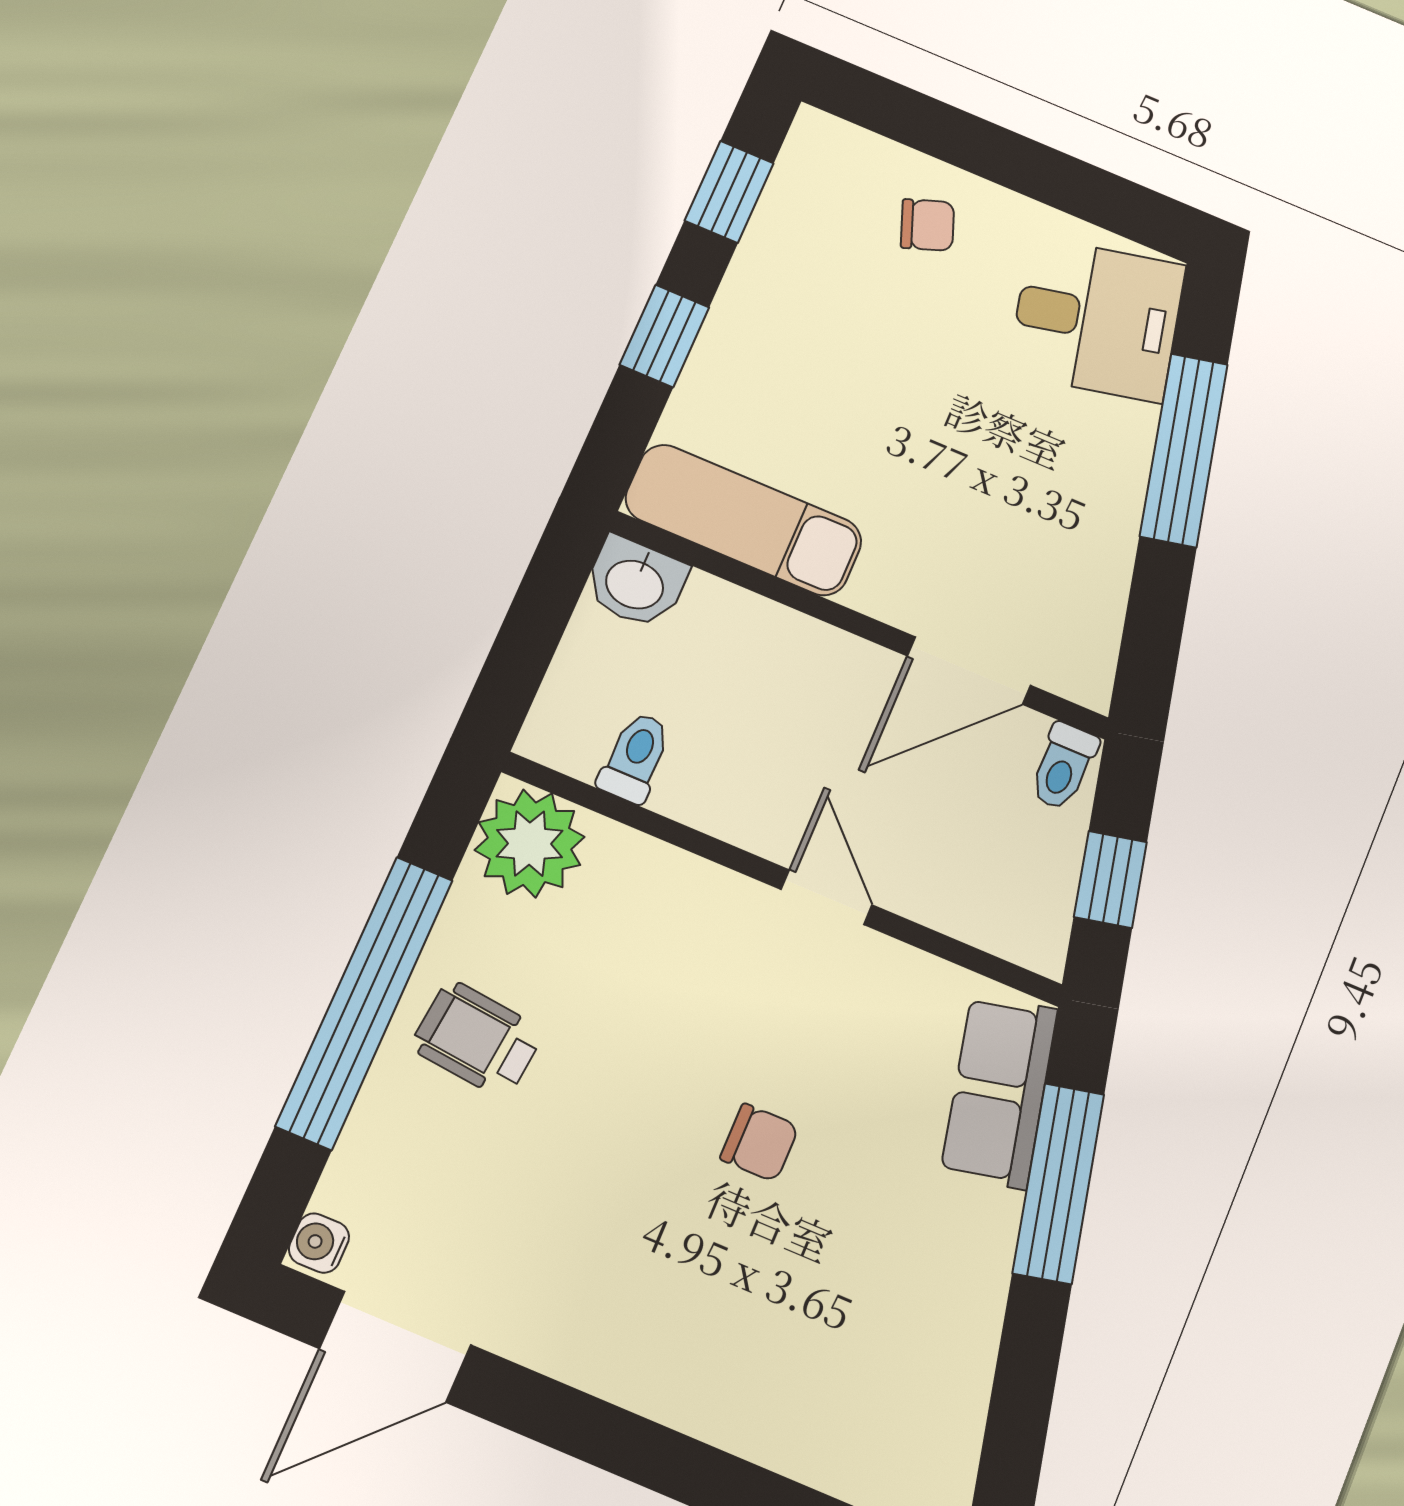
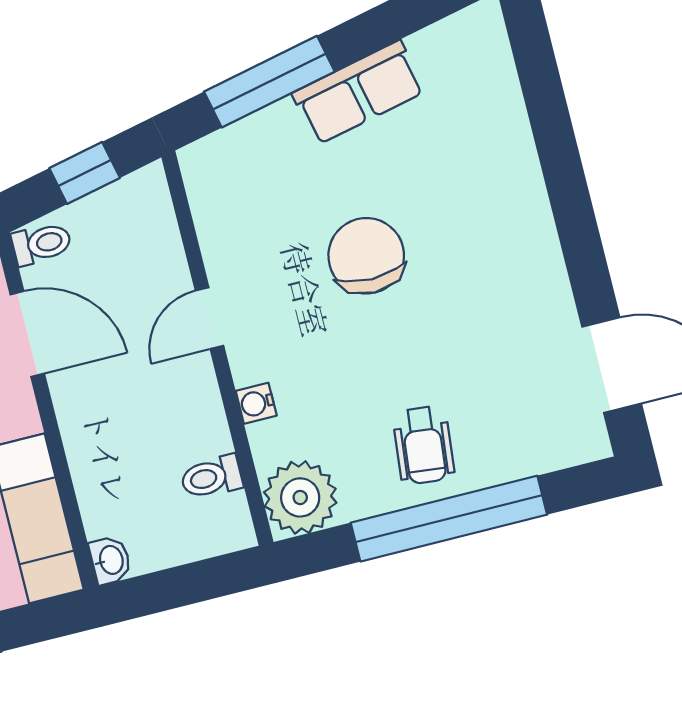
washbasin: (635, 582) -> (110, 560), width x0.72, depth x0.69
row of seats: (999, 1091) -> (359, 92), moved
chair: (759, 1143) -> (366, 256), width x1.87, depth x1.87
water cooler: (319, 1243) -> (256, 403), moved, turned 90

